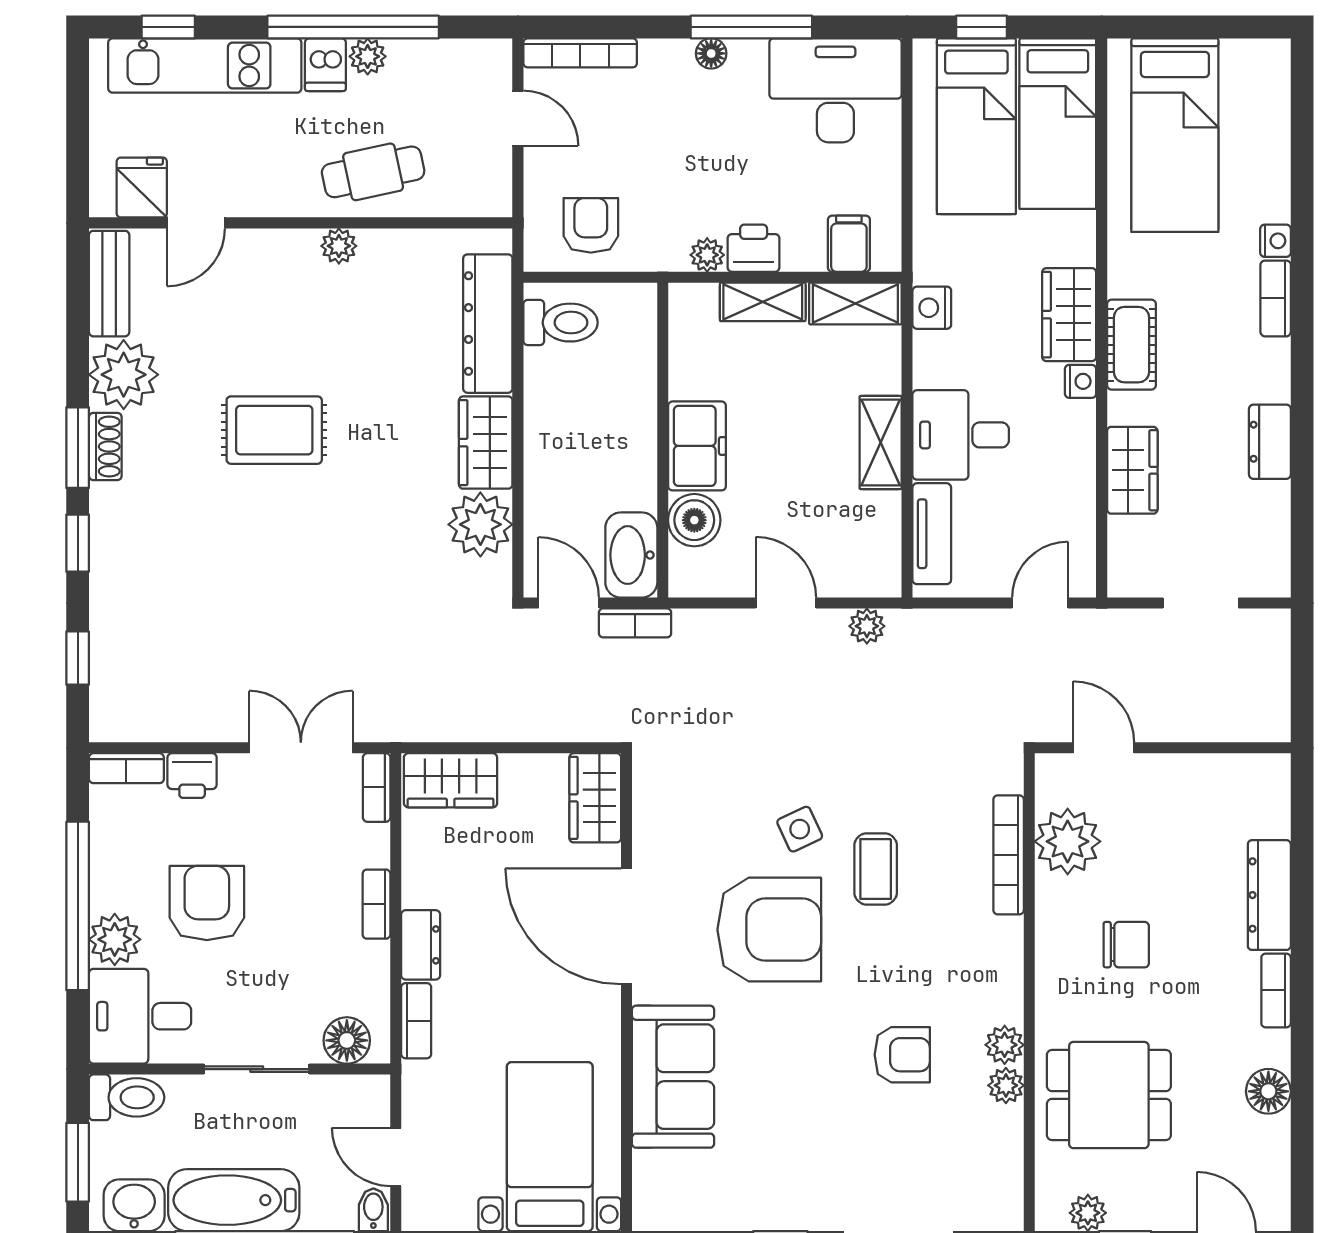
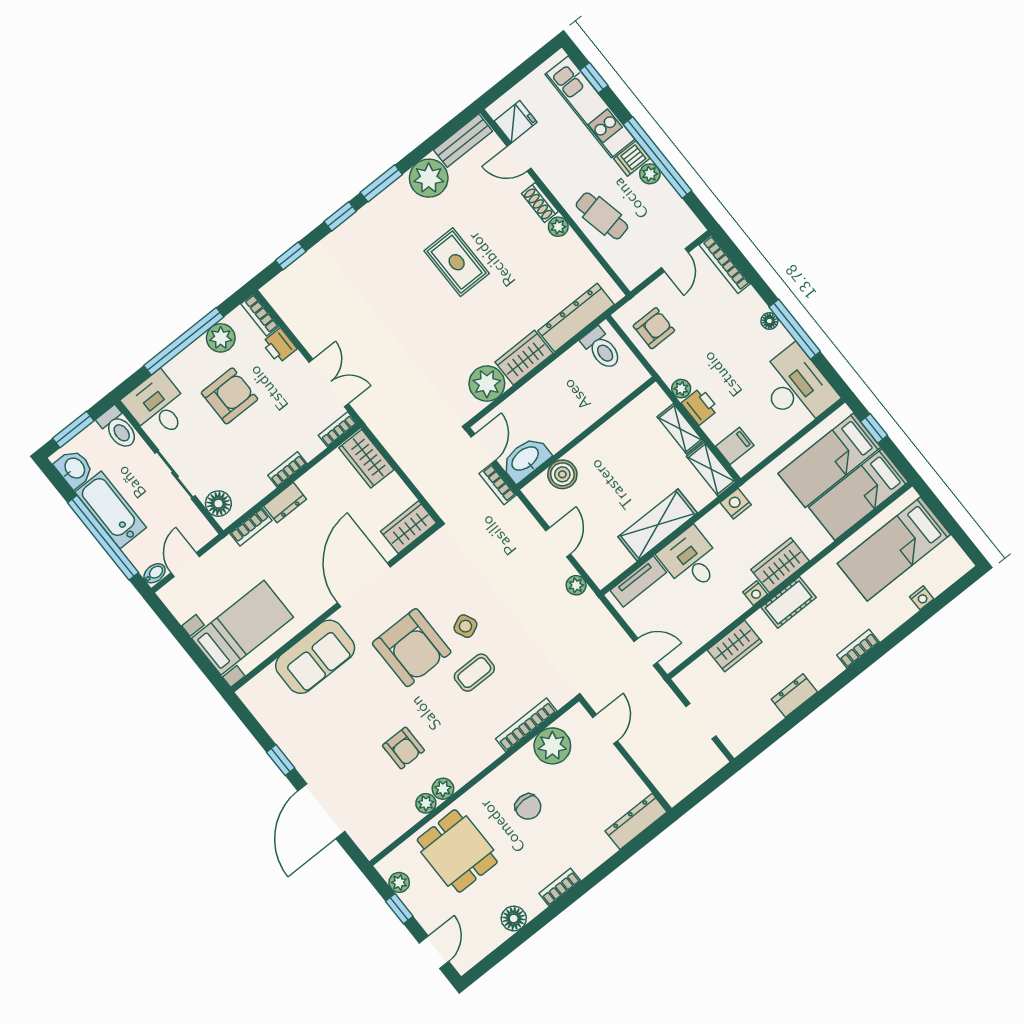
nightstand: (1276, 241) -> (922, 598), moved
shelving: (881, 443) -> (658, 525), width x1.50, depth x1.33
shoe rack: (105, 446) -> (540, 203), moved, turned 90
freezer: (697, 446) -> (595, 450), removed
dresser: (1269, 895) -> (636, 821), moved
plant: (115, 939) -> (221, 338), moved

